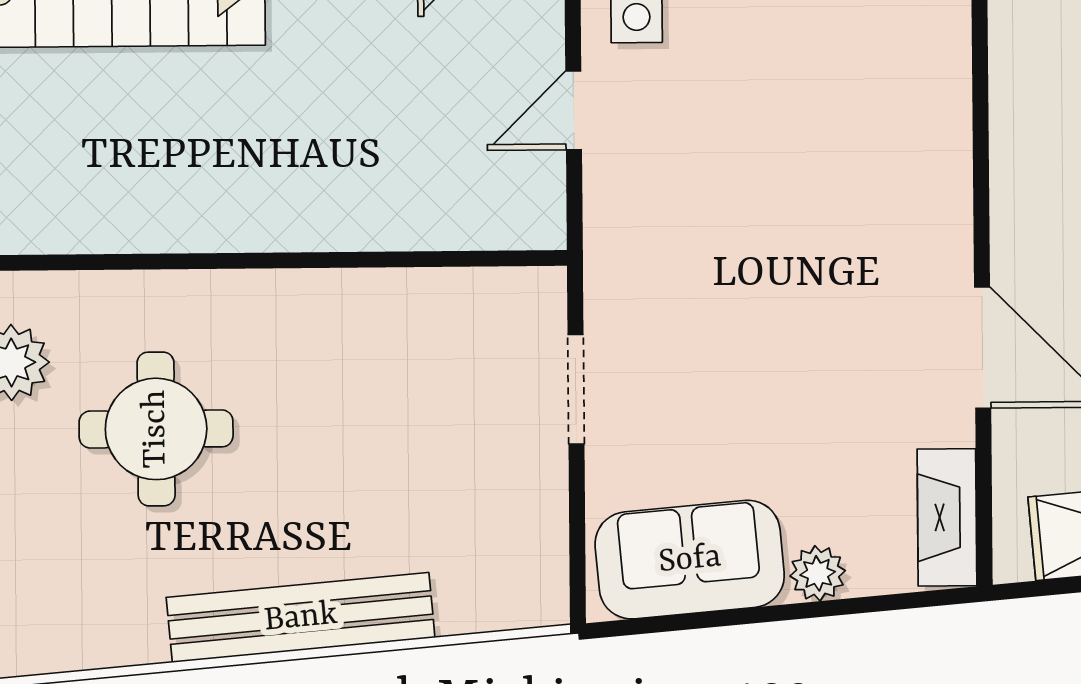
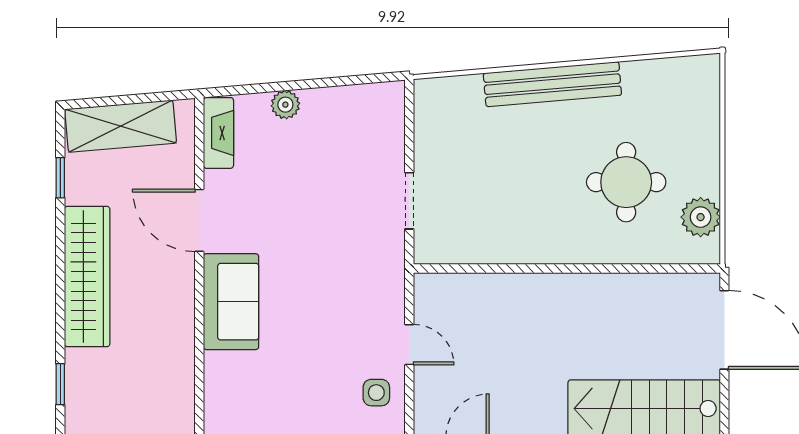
door: (574, 110) -> (409, 345), hinge flipped
sofa: (690, 560) -> (231, 302), moved, turned -85

